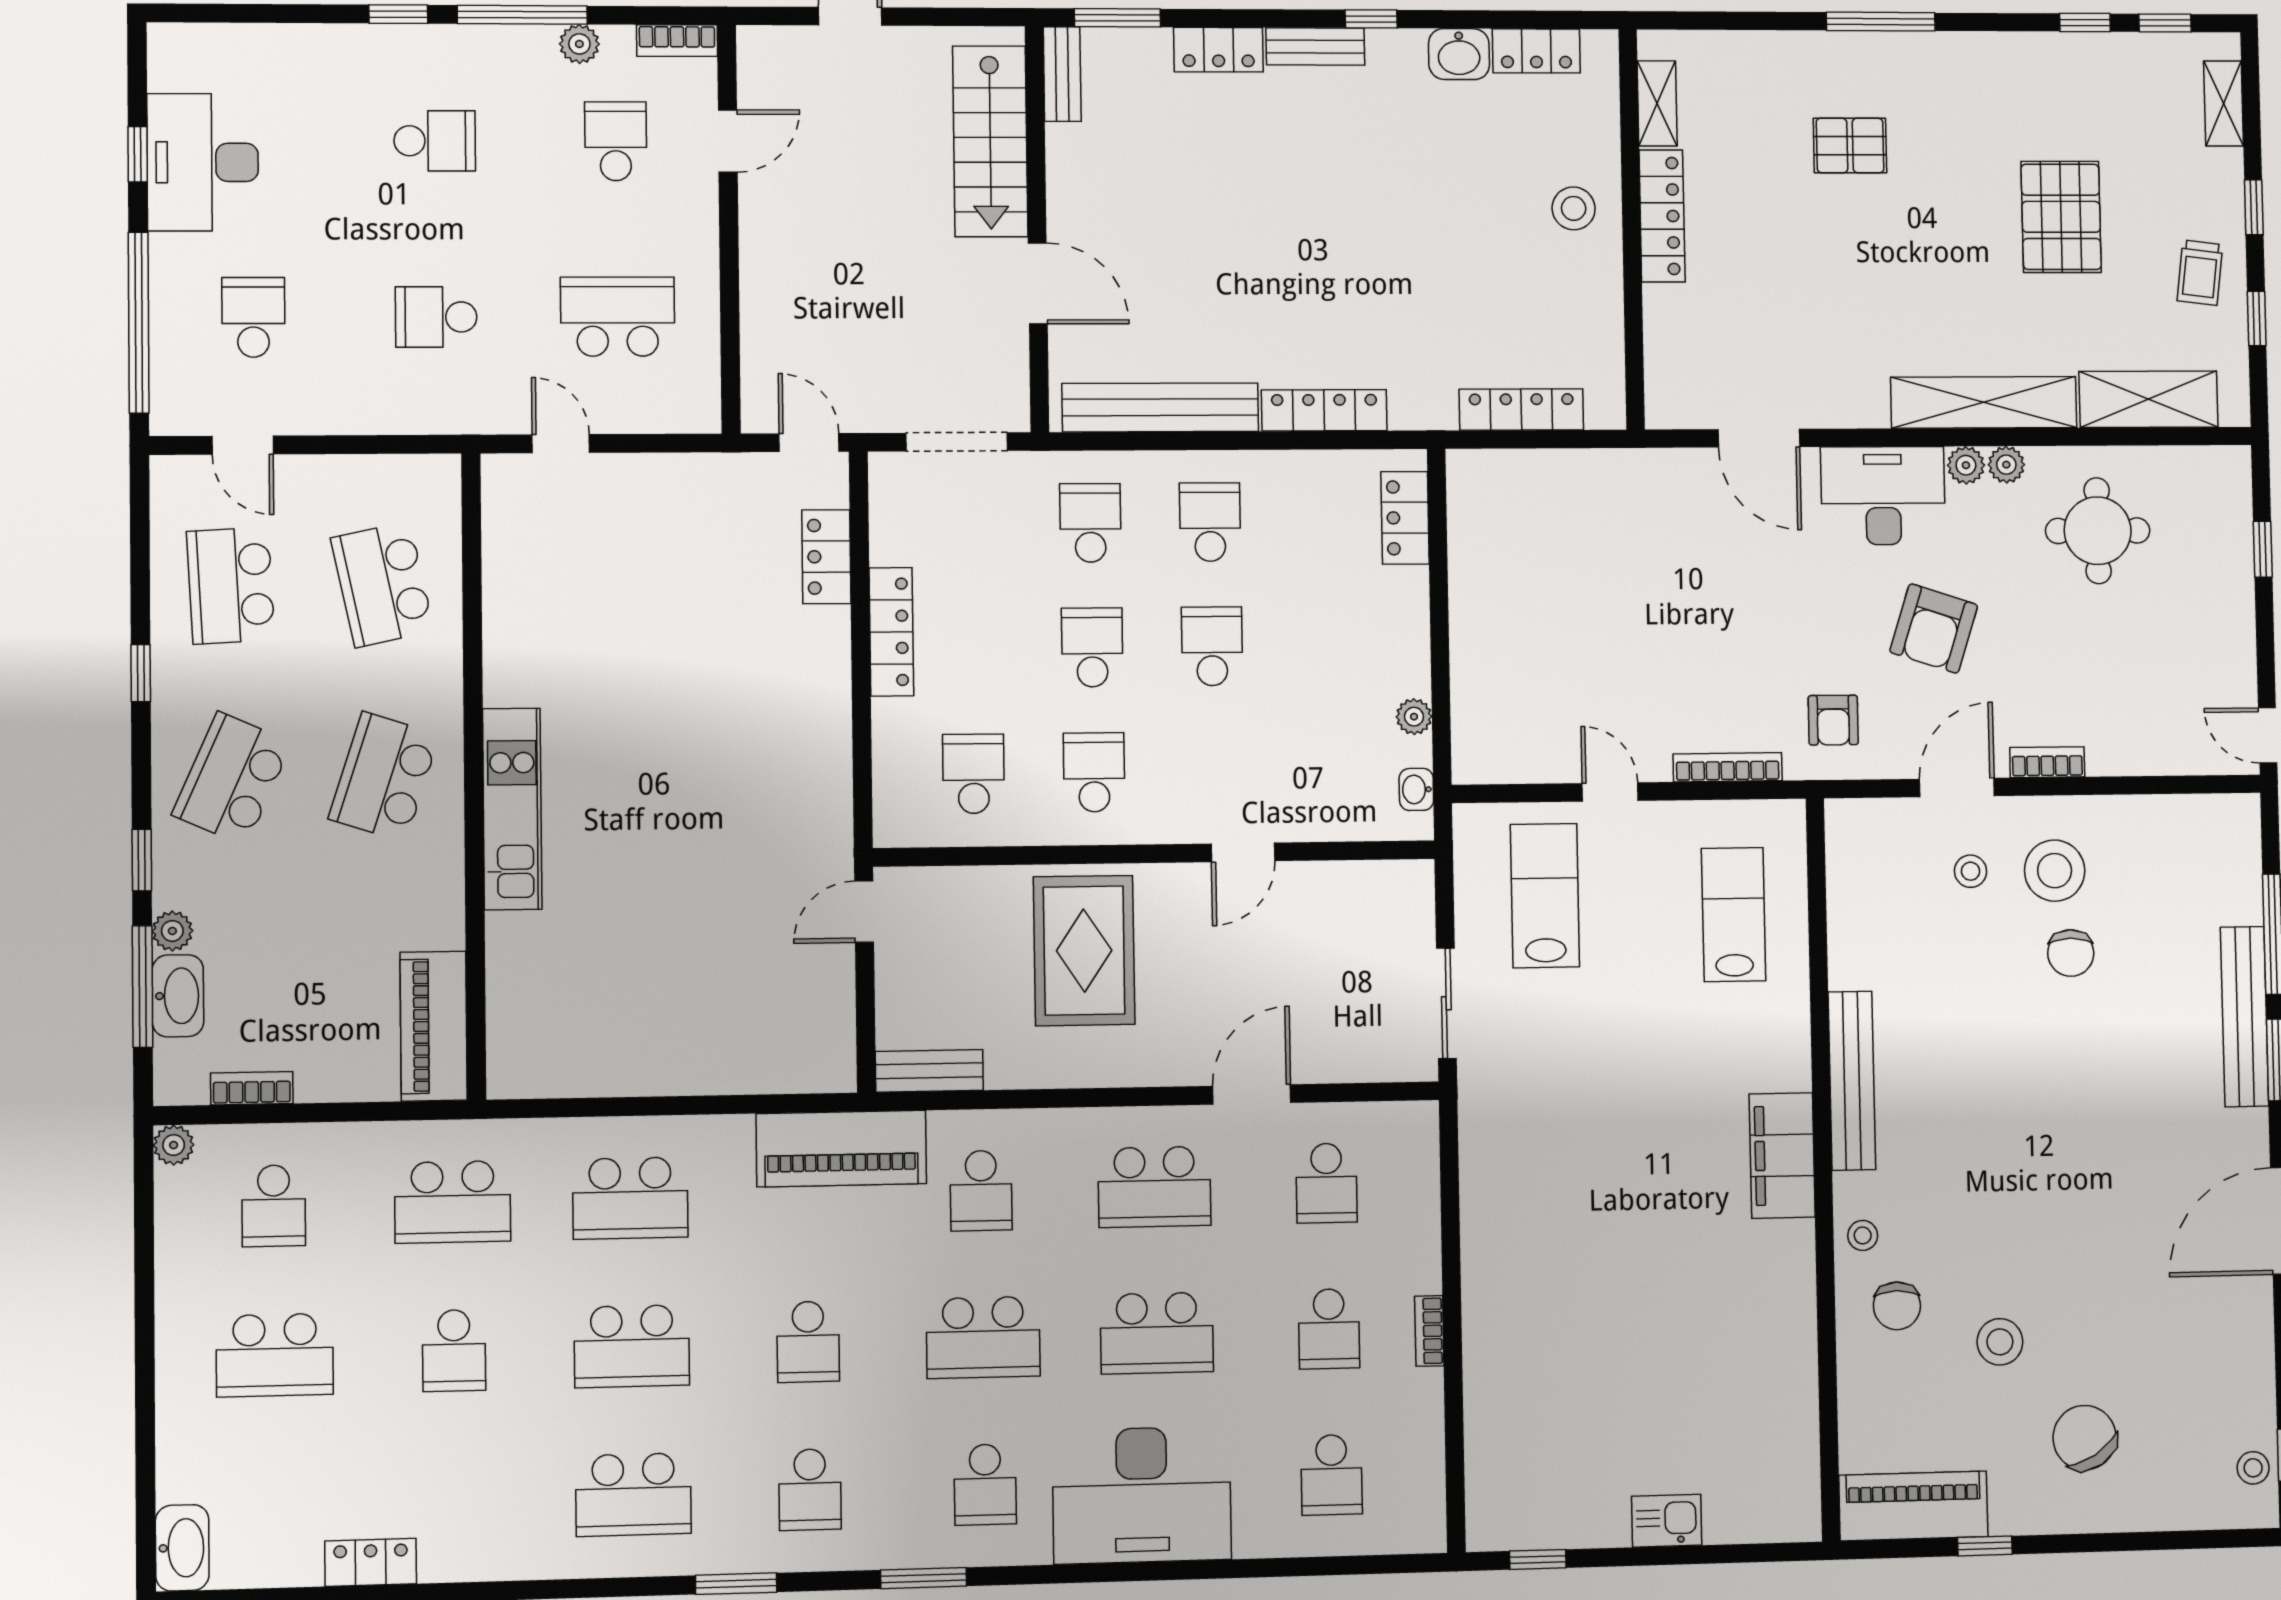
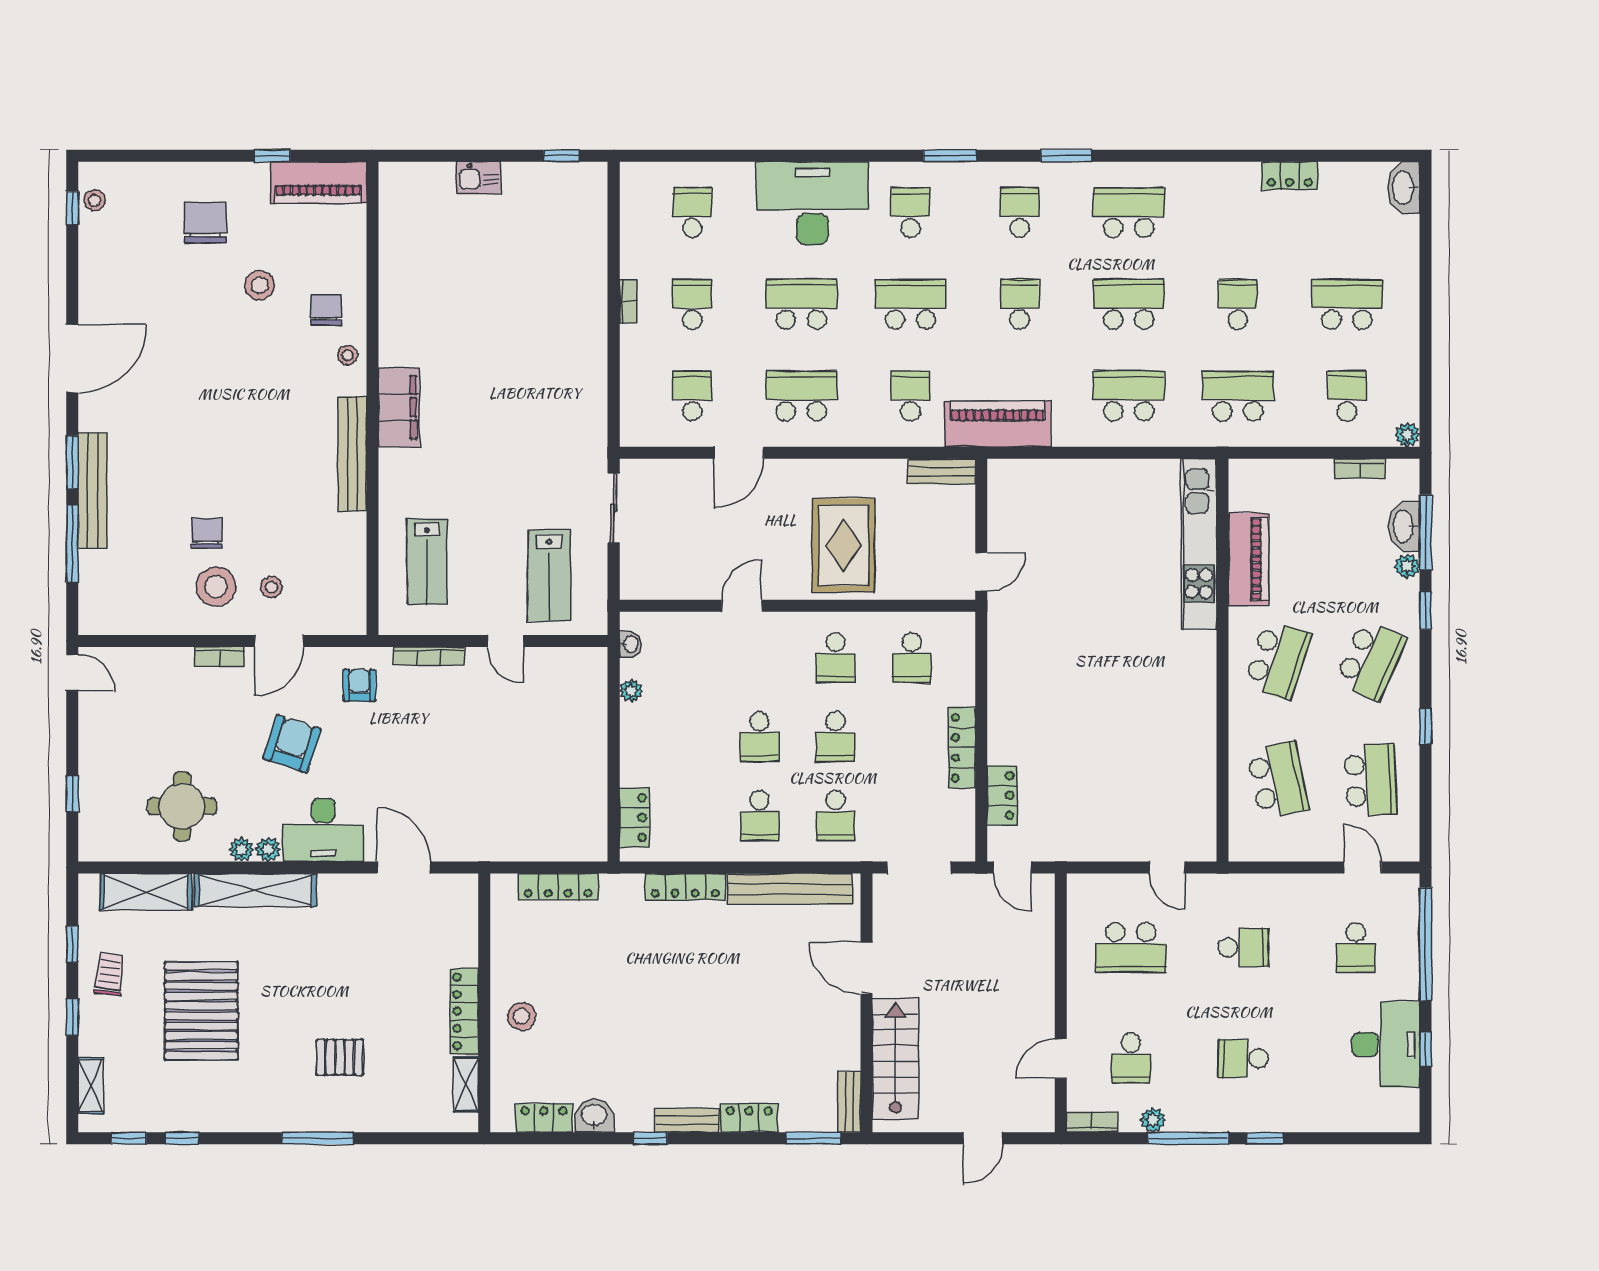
pallet: (2061, 217) -> (201, 1011), width x1.37, depth x1.41
kitchen unit: (512, 809) -> (1199, 544), moved, width x1.36
piano: (434, 1026) -> (1249, 559), moved
chair: (2085, 1438) -> (205, 223), turned -148

